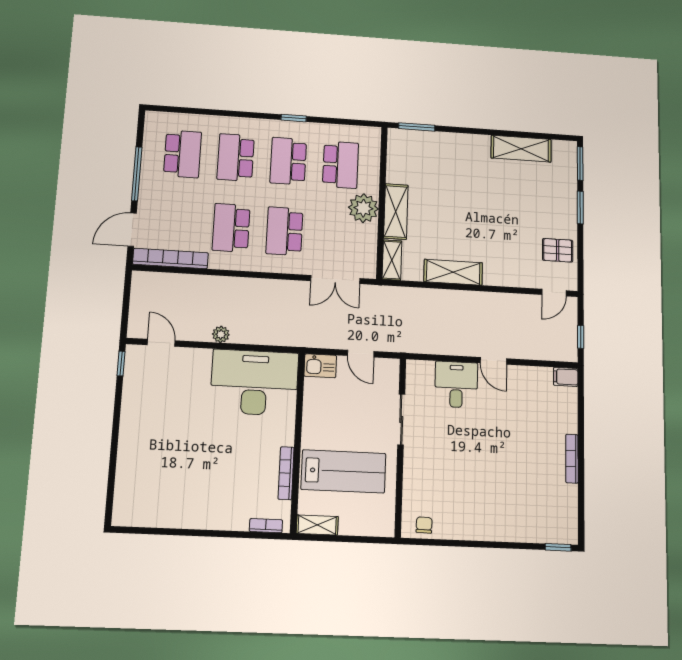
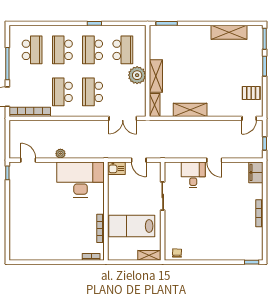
filing cabinet: (566, 377) -> (256, 172), width x2.00
lab bench: (343, 471) -> (132, 226), turned 180
shelving: (317, 525) -> (149, 255), moved

